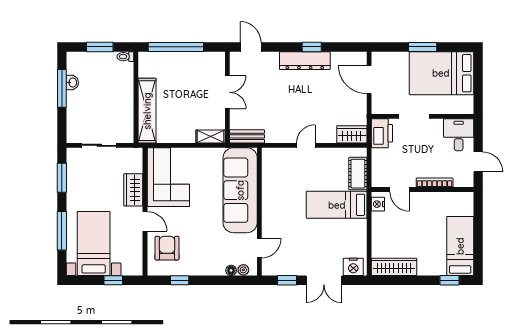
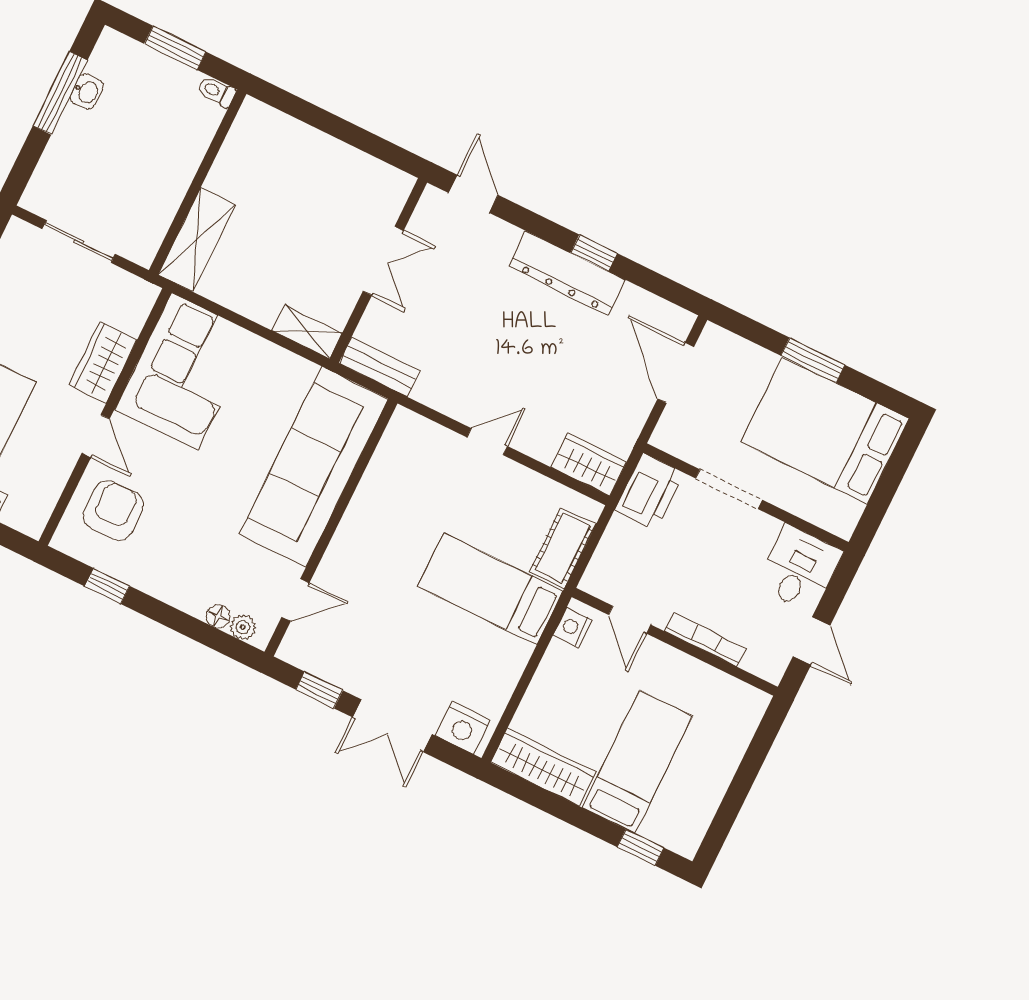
window: (176, 47) -> (326, 122), removed
shelving: (147, 111) -> (197, 240), width x0.68
bed: (460, 246) -> (637, 762), moved

